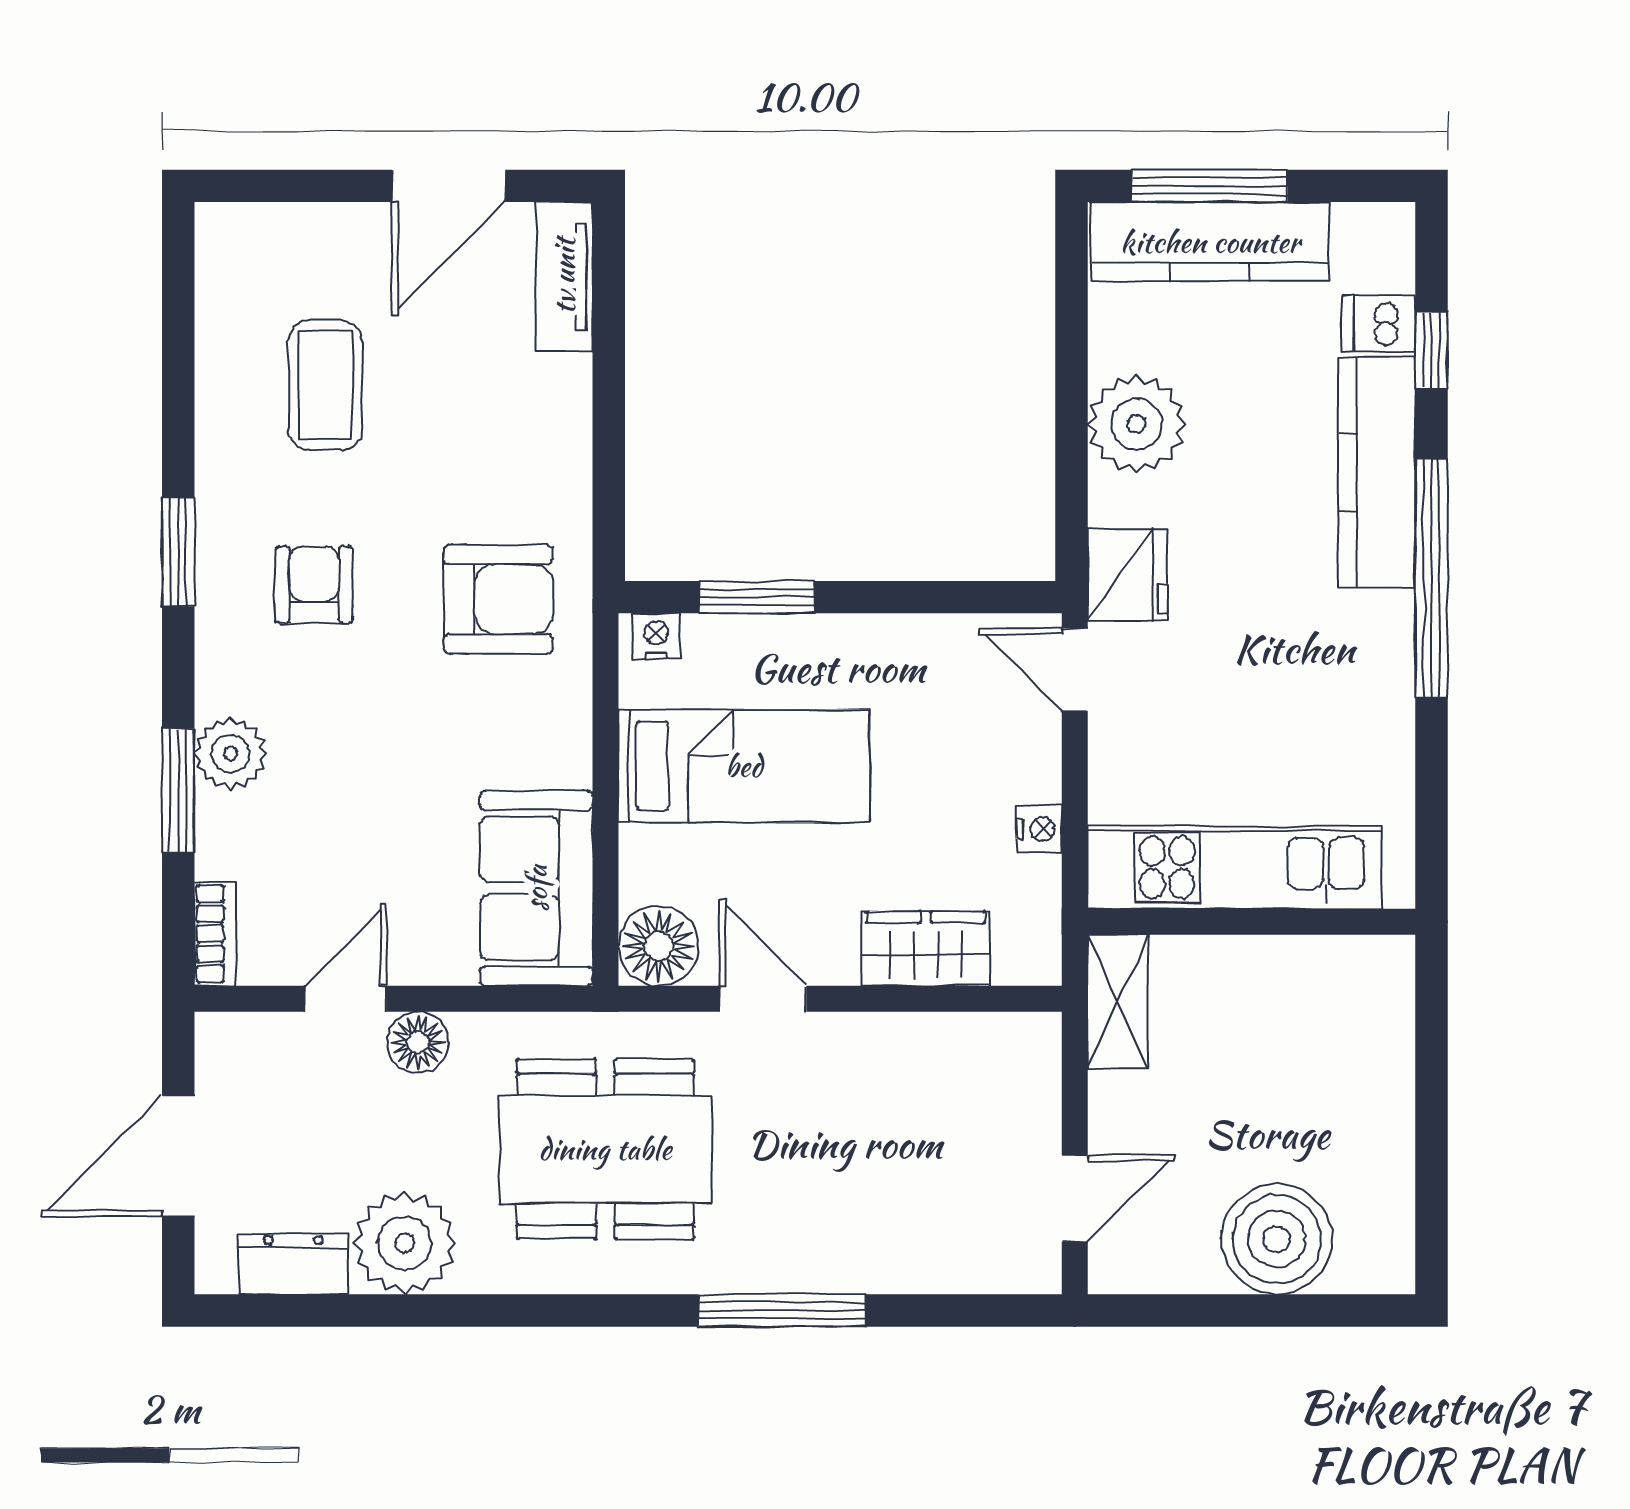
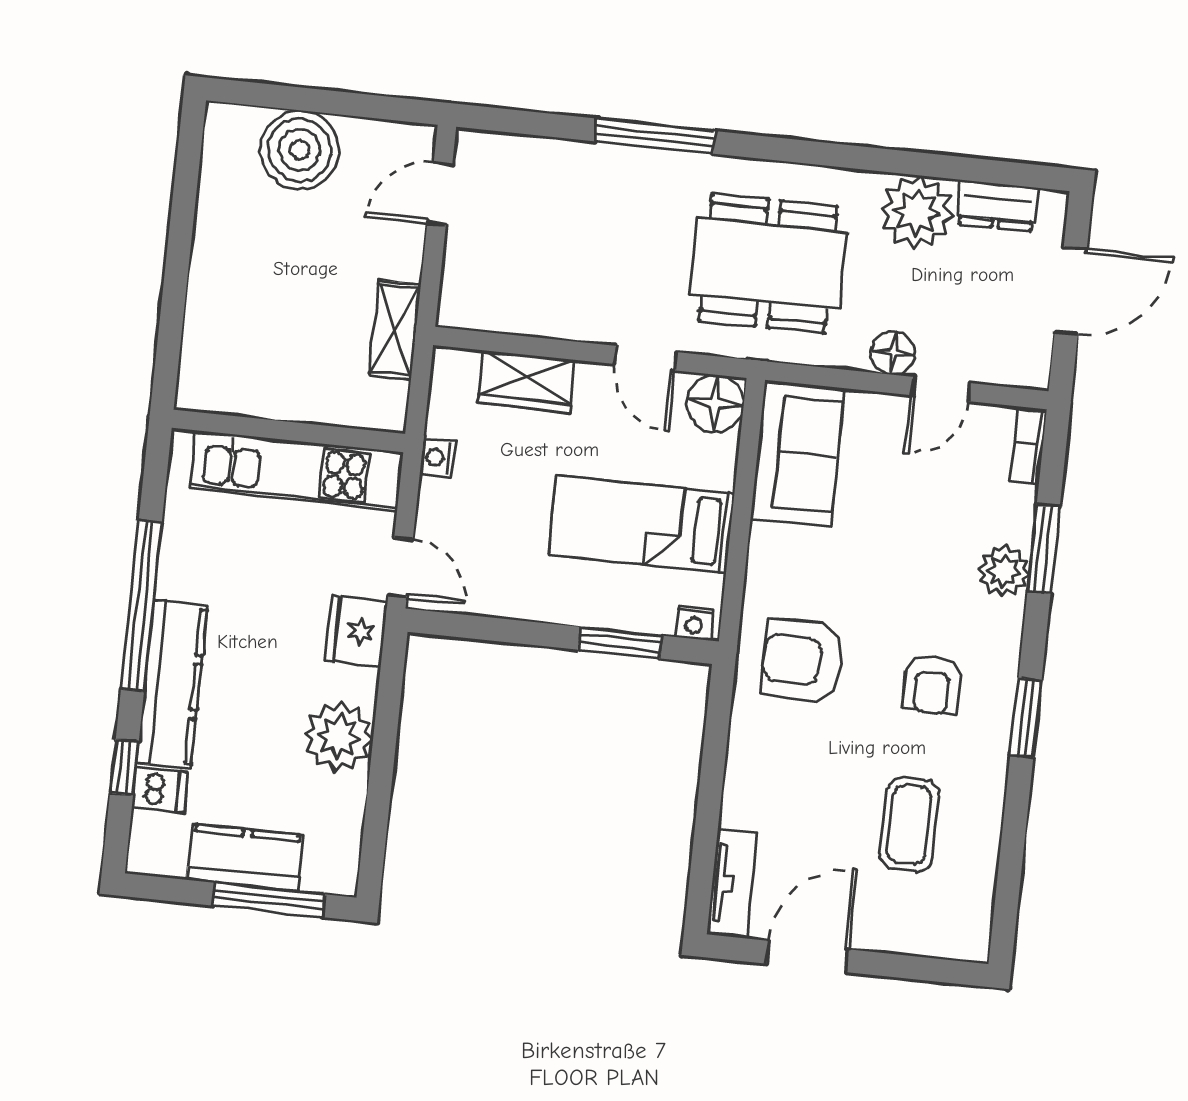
kitchen counter: (1210, 242) -> (245, 858), width x0.67
kitchen unit: (1235, 867) -> (296, 471), moved
wall: (1252, 922) -> (288, 431), moved

